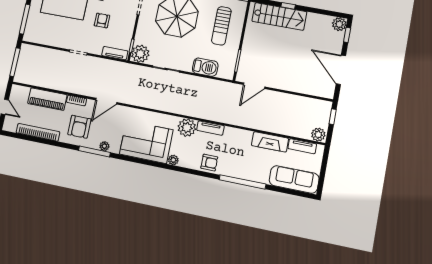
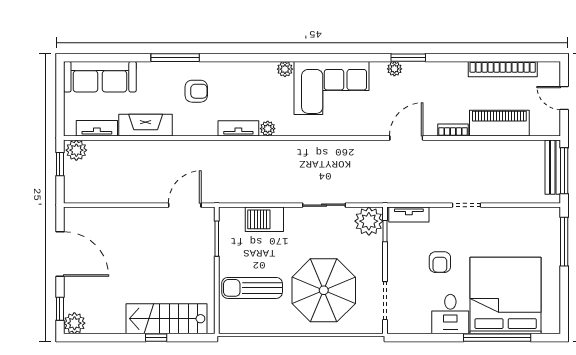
sun lounger: (221, 26) -> (252, 288), turned -90
bench: (21, 66) -> (553, 167), added
window: (333, 117) -> (60, 164), moved
armchair: (79, 127) -> (440, 91), removed
plant: (187, 128) -> (268, 129), width x0.53, depth x0.53
window: (94, 151) -> (408, 58), width x0.69
armchair: (209, 163) -> (196, 91), moved, turned 180
window: (243, 182) -> (175, 58), width x0.68

